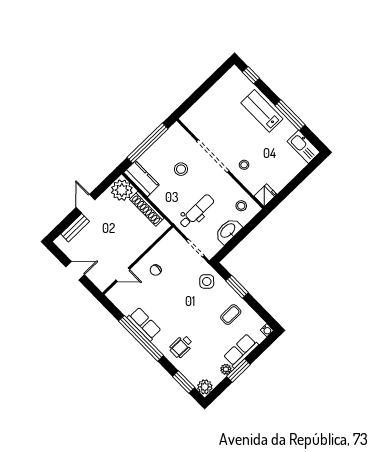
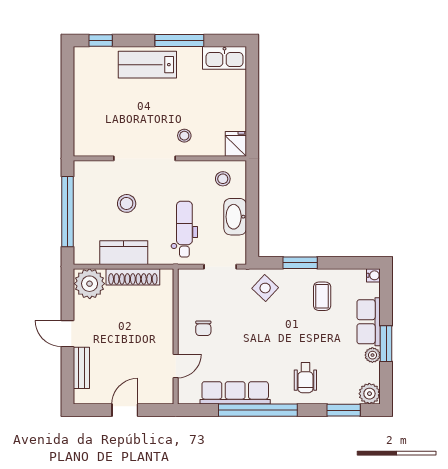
kitchen counter: (141, 179) -> (124, 253), moved
row of seats: (144, 324) -> (235, 393), width x1.48

